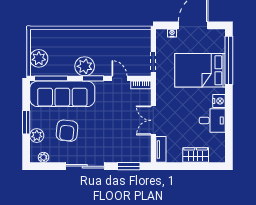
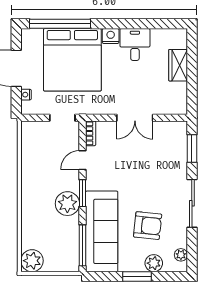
plant: (39, 58) -> (32, 261), moved
bed: (200, 70) -> (72, 60), width x1.36
tv unit: (161, 149) -> (171, 109), removed

